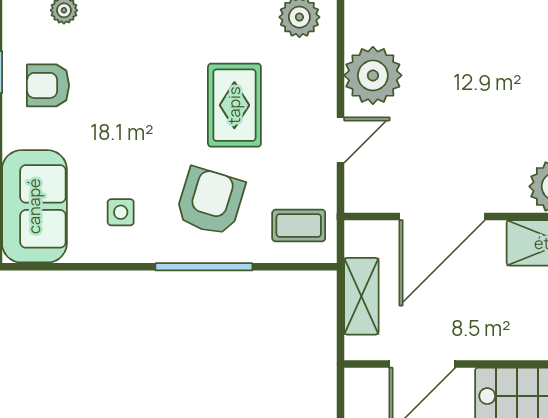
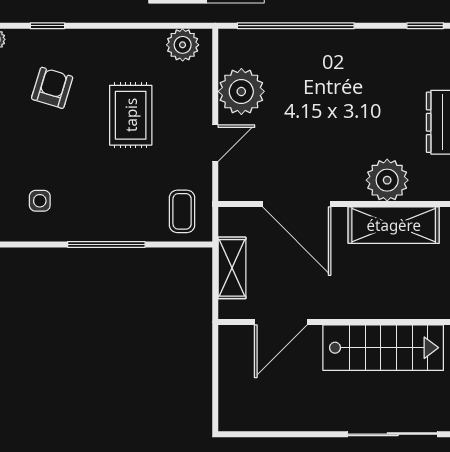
armchair: (210, 201) -> (52, 88), moved, width x0.72, depth x0.72
door: (442, 216) -> (297, 204), hinge flipped
coffee table: (299, 226) -> (182, 211), turned 90

